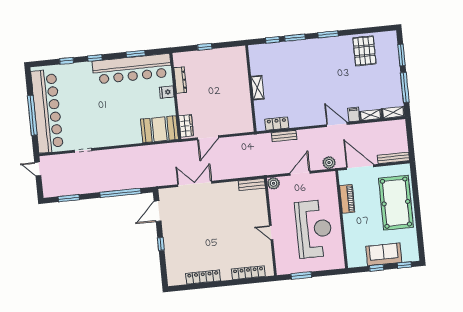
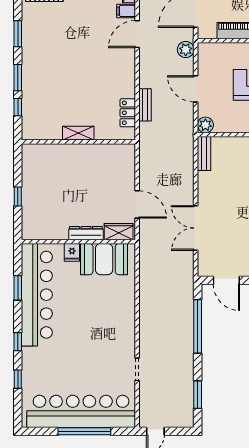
dresser: (180, 80) -> (86, 233), moved
booth: (159, 129) -> (104, 259), moved, turned 90

